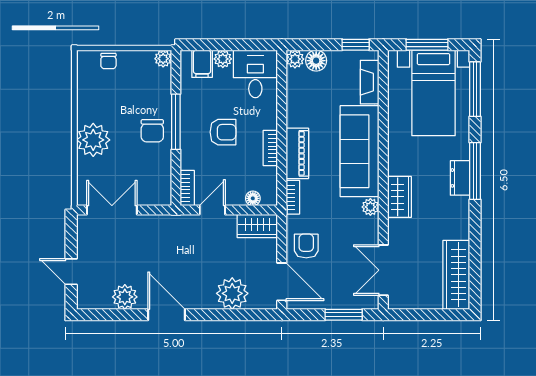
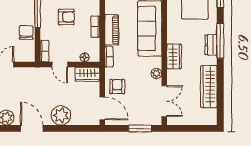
chair: (152, 131) -> (26, 32), moved, turned 180
plant: (370, 207) -> (156, 74), moved
door: (212, 210) -> (60, 64), swing flipped
double door: (383, 270) -> (164, 101), swing flipped
wardrobe: (456, 275) -> (209, 87), moved
plant: (232, 293) -> (61, 115), moved

